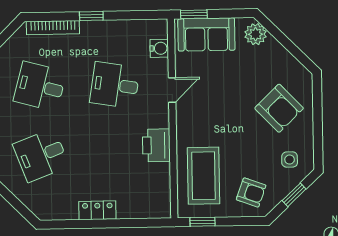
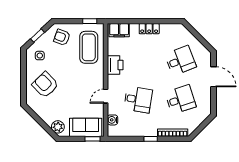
desk: (40, 86) -> (180, 100), turned -33
filing cabinet: (150, 207) -> (119, 30), added

